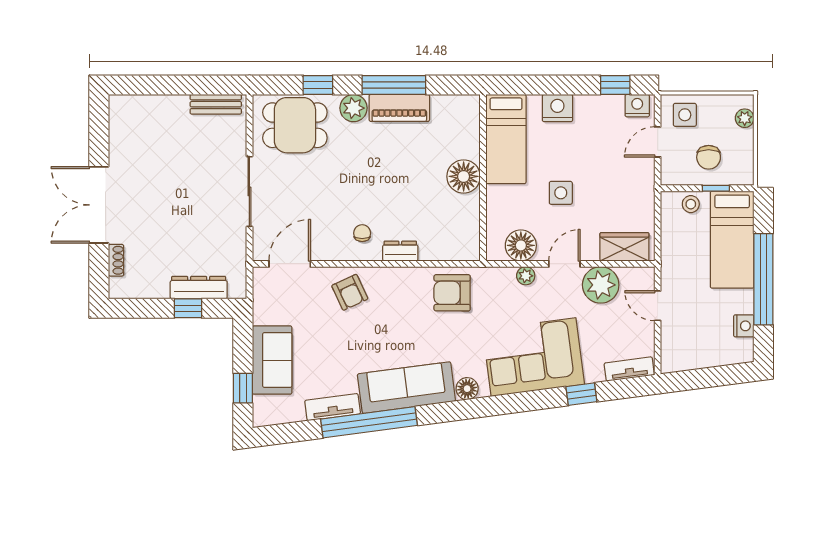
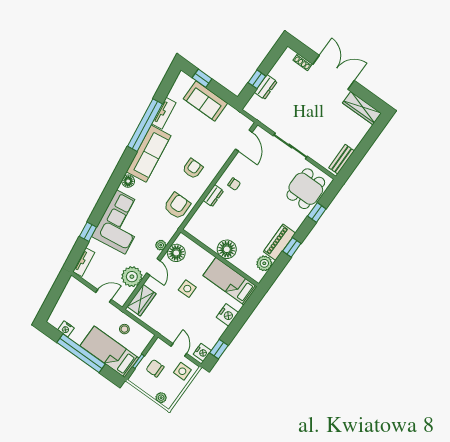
window: (394, 85) -> (292, 247), width x0.46
plant: (354, 108) -> (264, 263), moved
wardrobe: (121, 128) -> (362, 108), added
stool: (691, 204) -> (124, 329), moved
dresser: (199, 288) -> (266, 87), width x0.70
armchair: (350, 292) -> (193, 169), moved, turned 115

